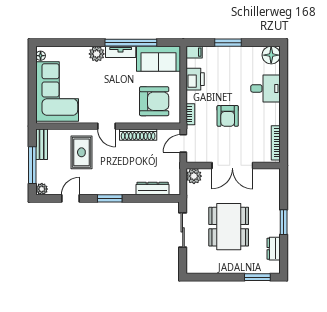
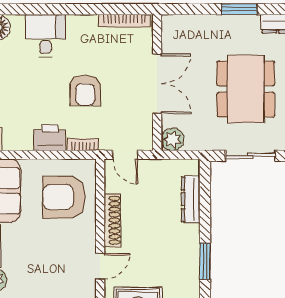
printer: (195, 79) -> (50, 138), moved
armchair: (154, 101) -> (64, 197), turned -90
armchair: (228, 116) -> (85, 90), turned 90
dining table: (229, 227) -> (246, 89), turned 90

